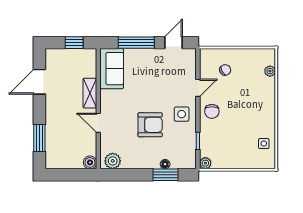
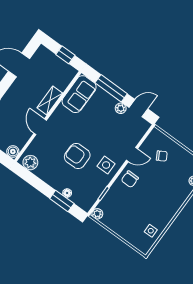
plant: (158, 54) -> (121, 108), added
armchair: (150, 125) -> (77, 156), turned 180

